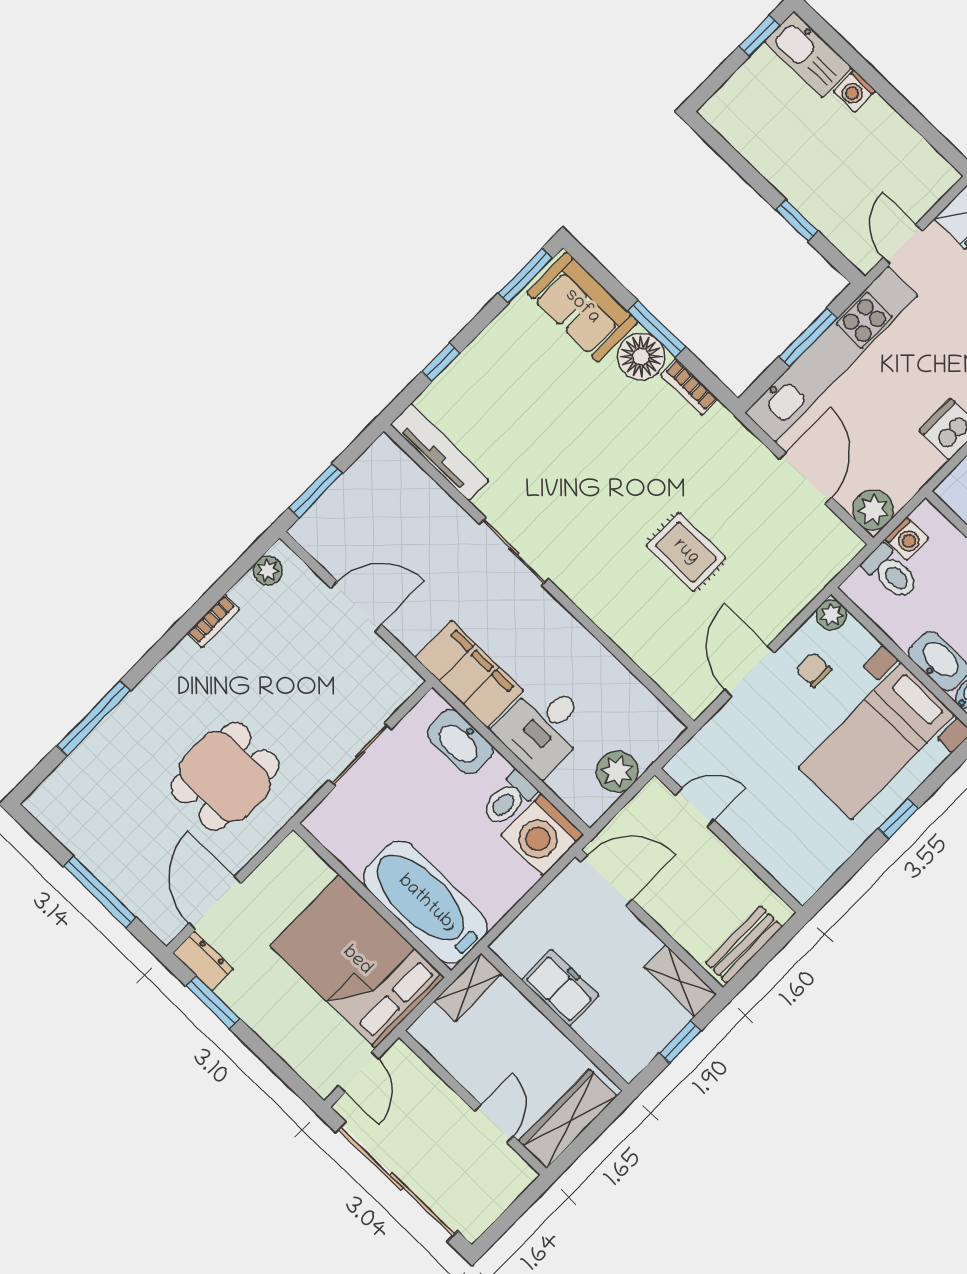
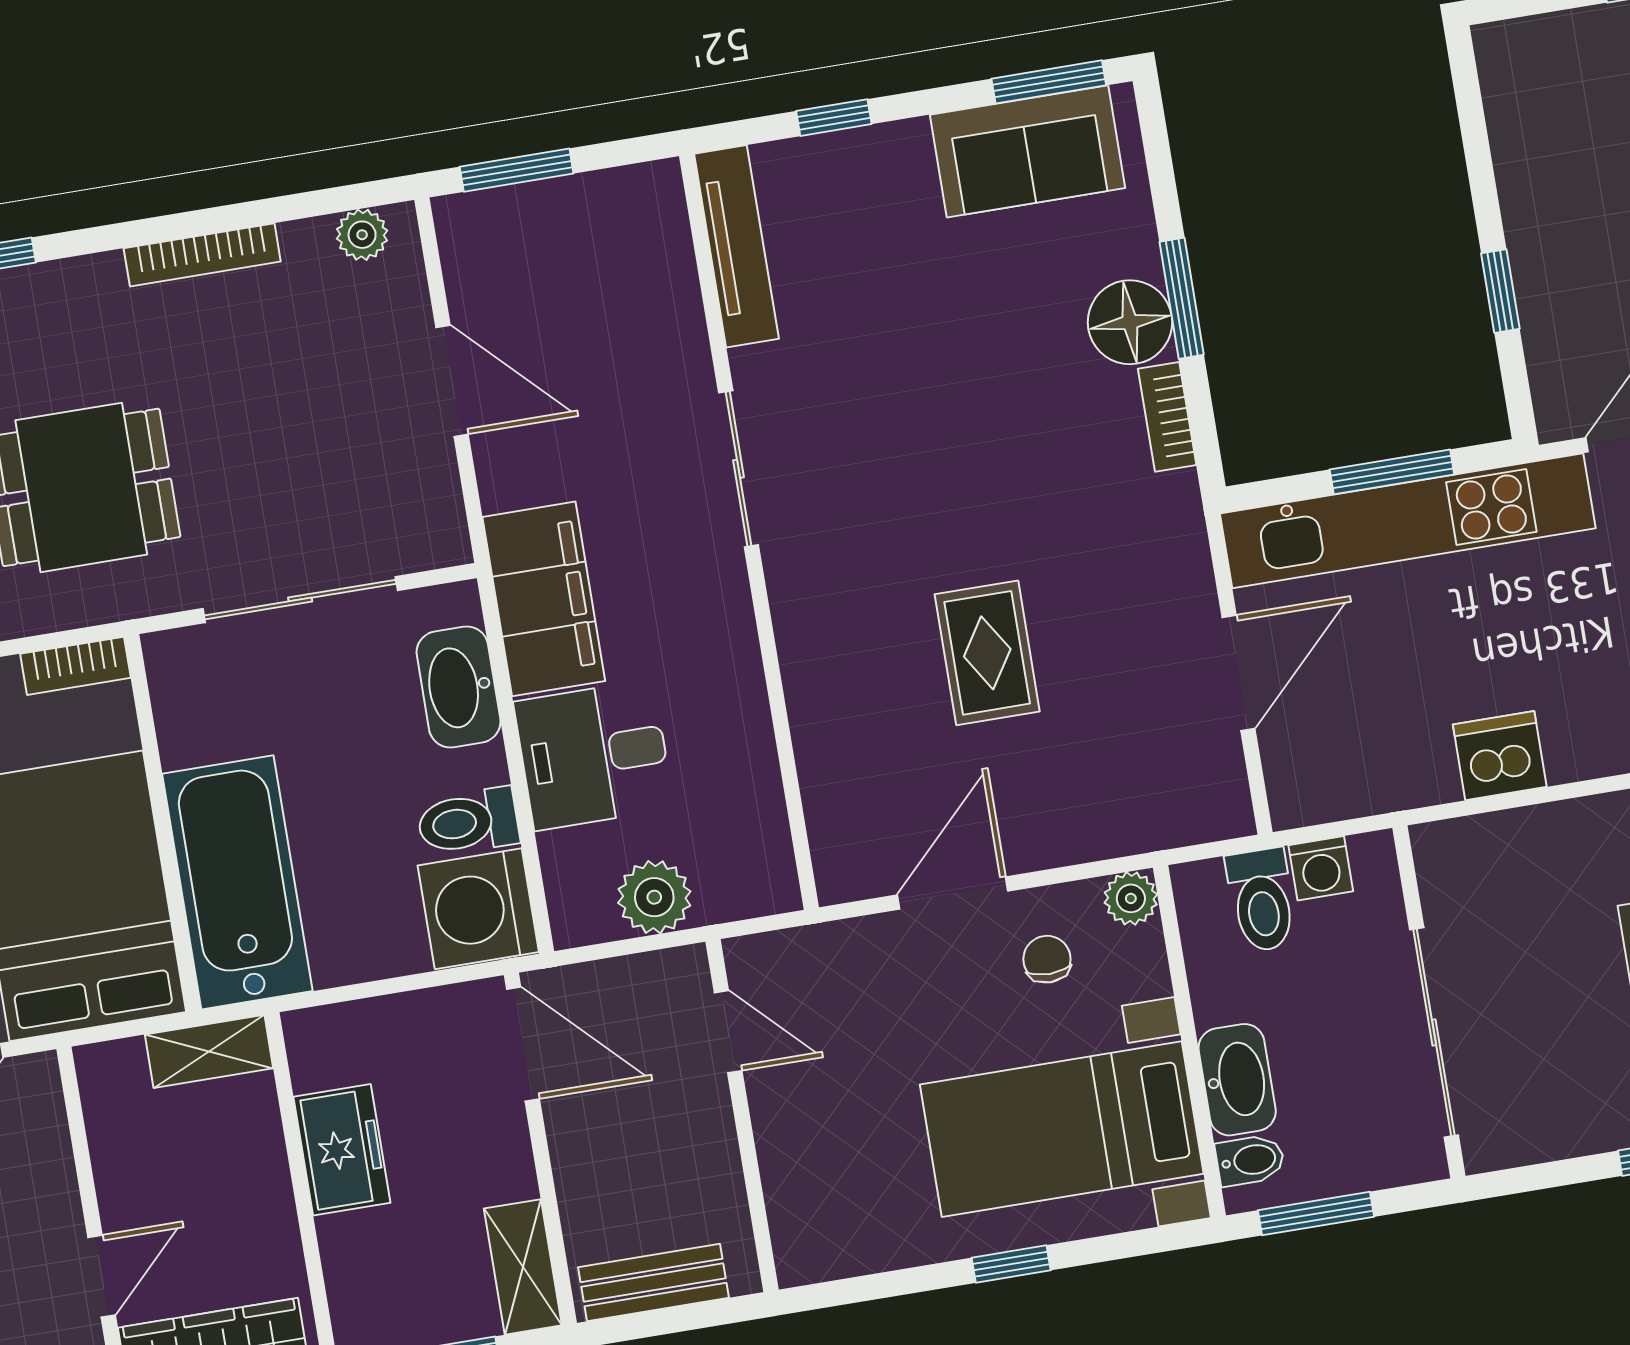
sofa: (582, 307) -> (1028, 151), moved, turned -90
plant: (873, 510) -> (1302, 791), removed
bookcase: (213, 621) -> (202, 255), width x1.56
sliding door: (360, 755) -> (300, 600), width x1.37
bookcase: (281, 858) -> (76, 666), added

